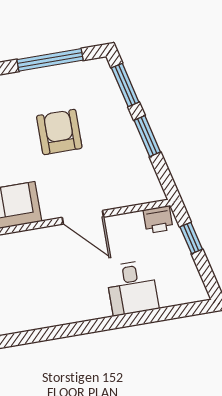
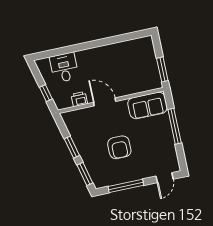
printer: (158, 220) -> (79, 99), moved
desk: (132, 288) -> (64, 68), moved

